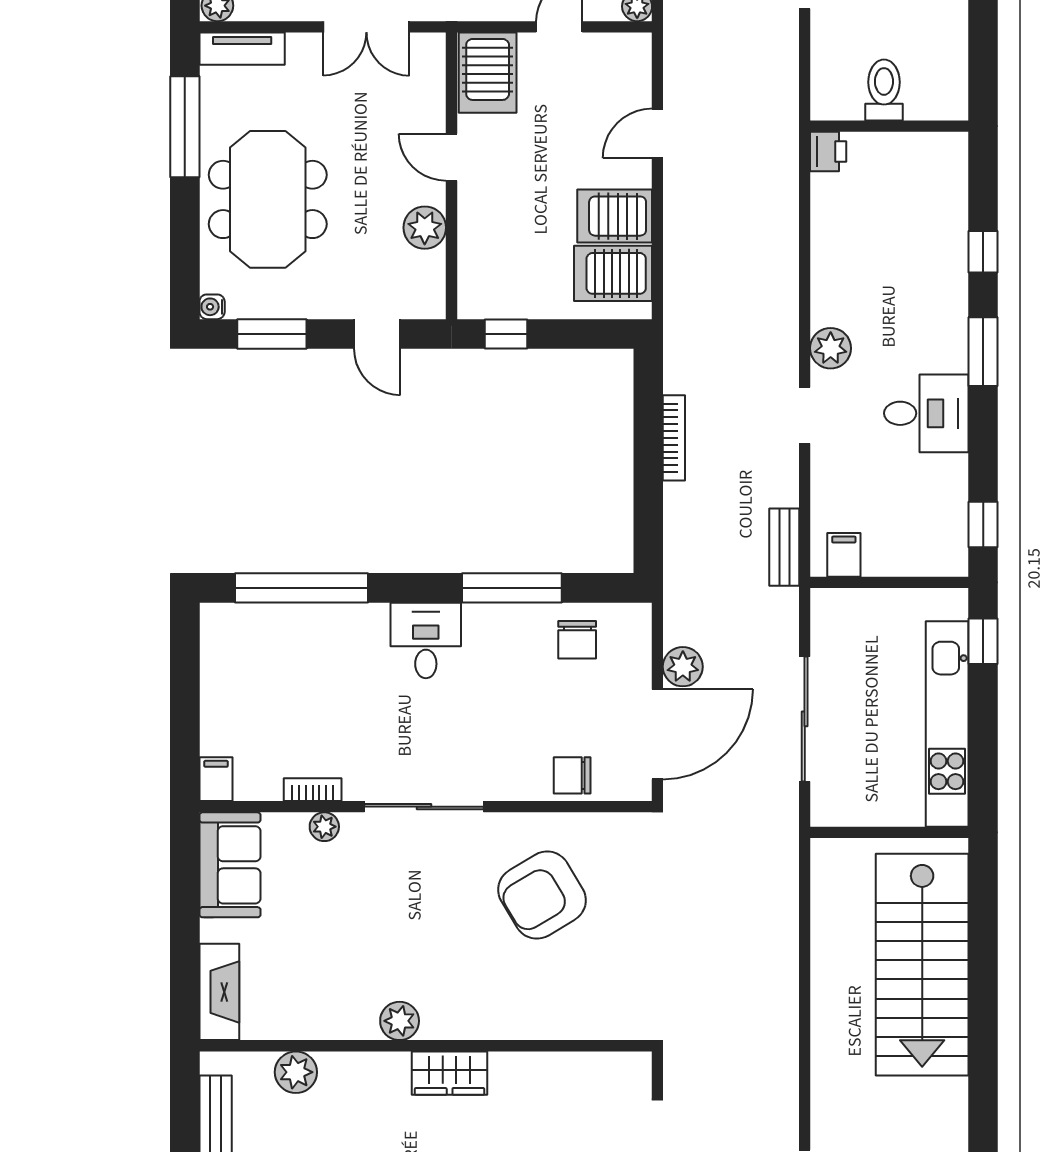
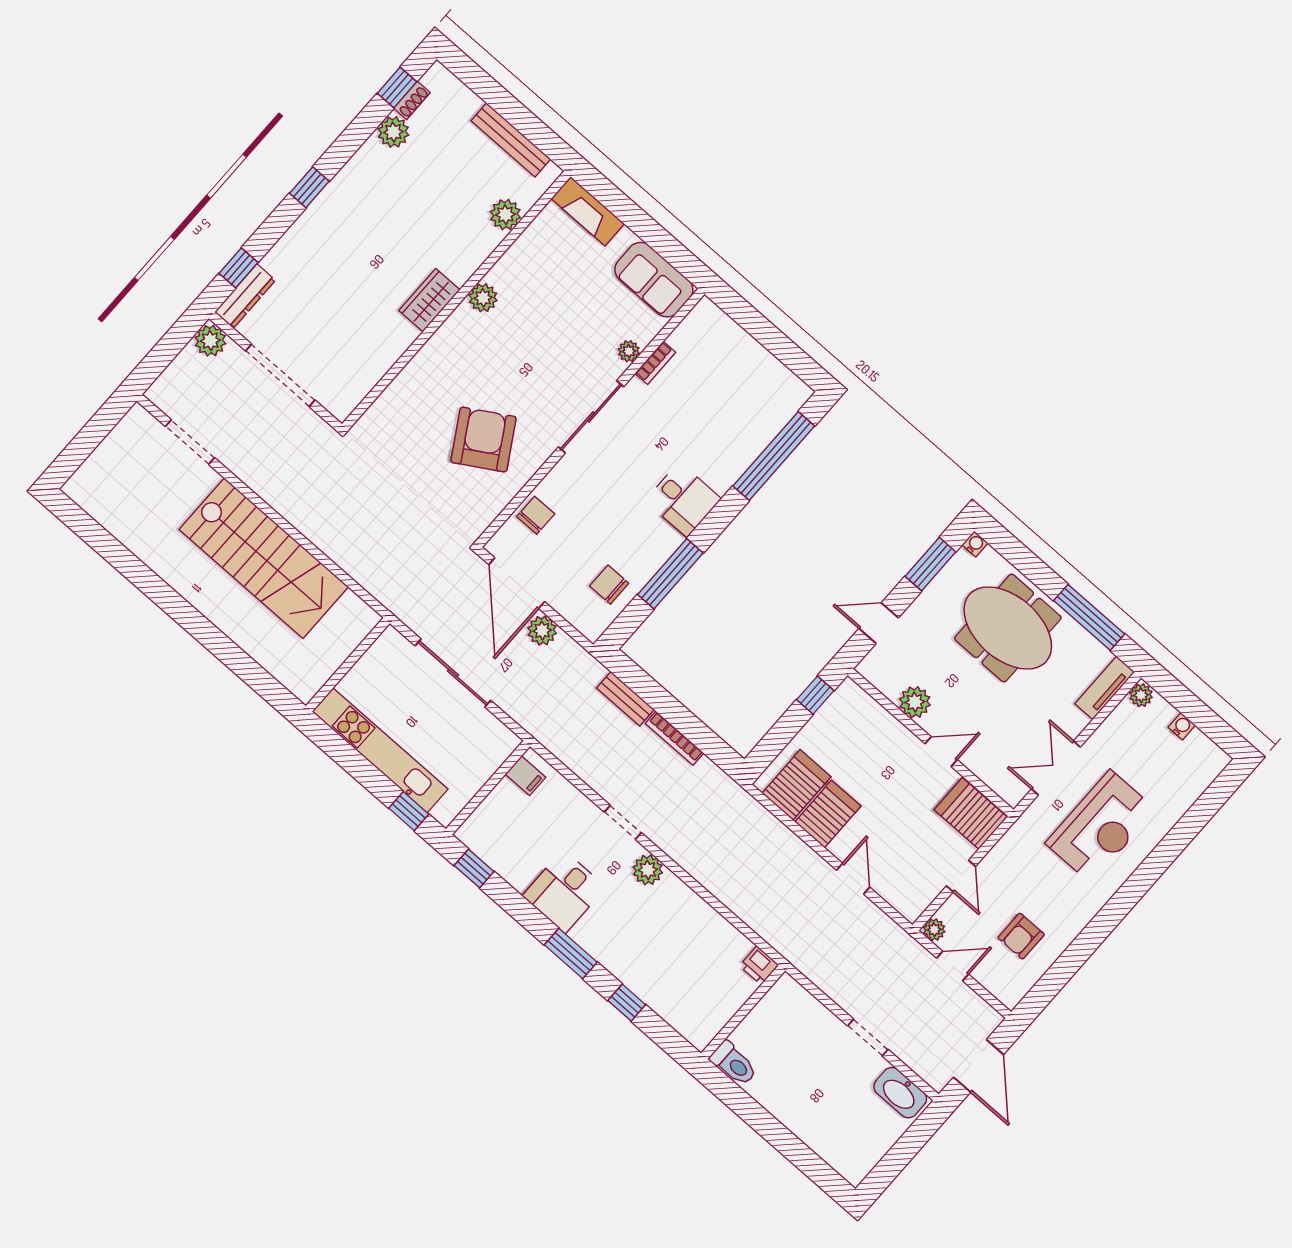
toilet: (884, 90) -> (734, 1064), moved
bench: (784, 547) -> (625, 699), moved
filing cabinet: (216, 779) -> (709, 314), removed
stairs: (922, 965) -> (264, 558), moved, turned 180

